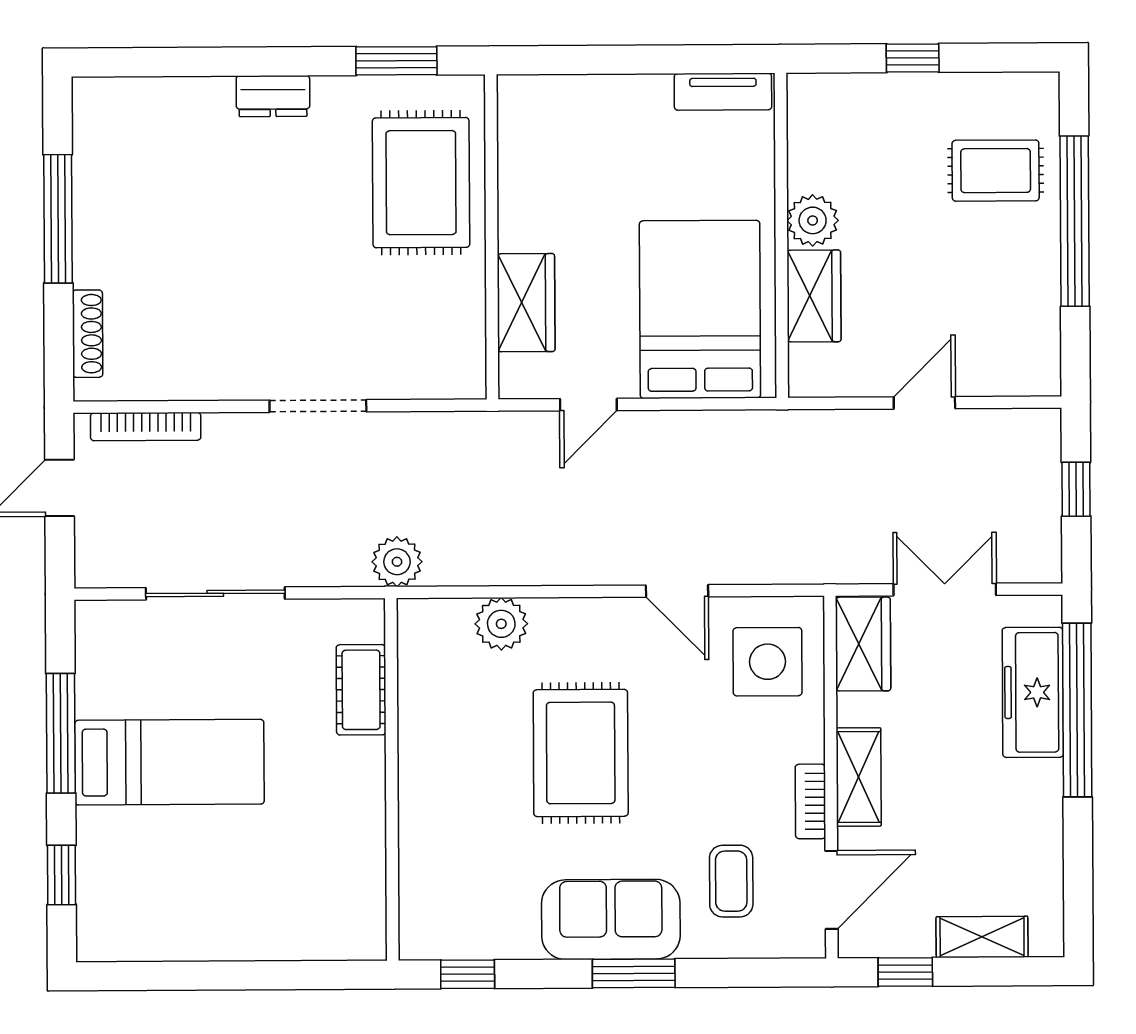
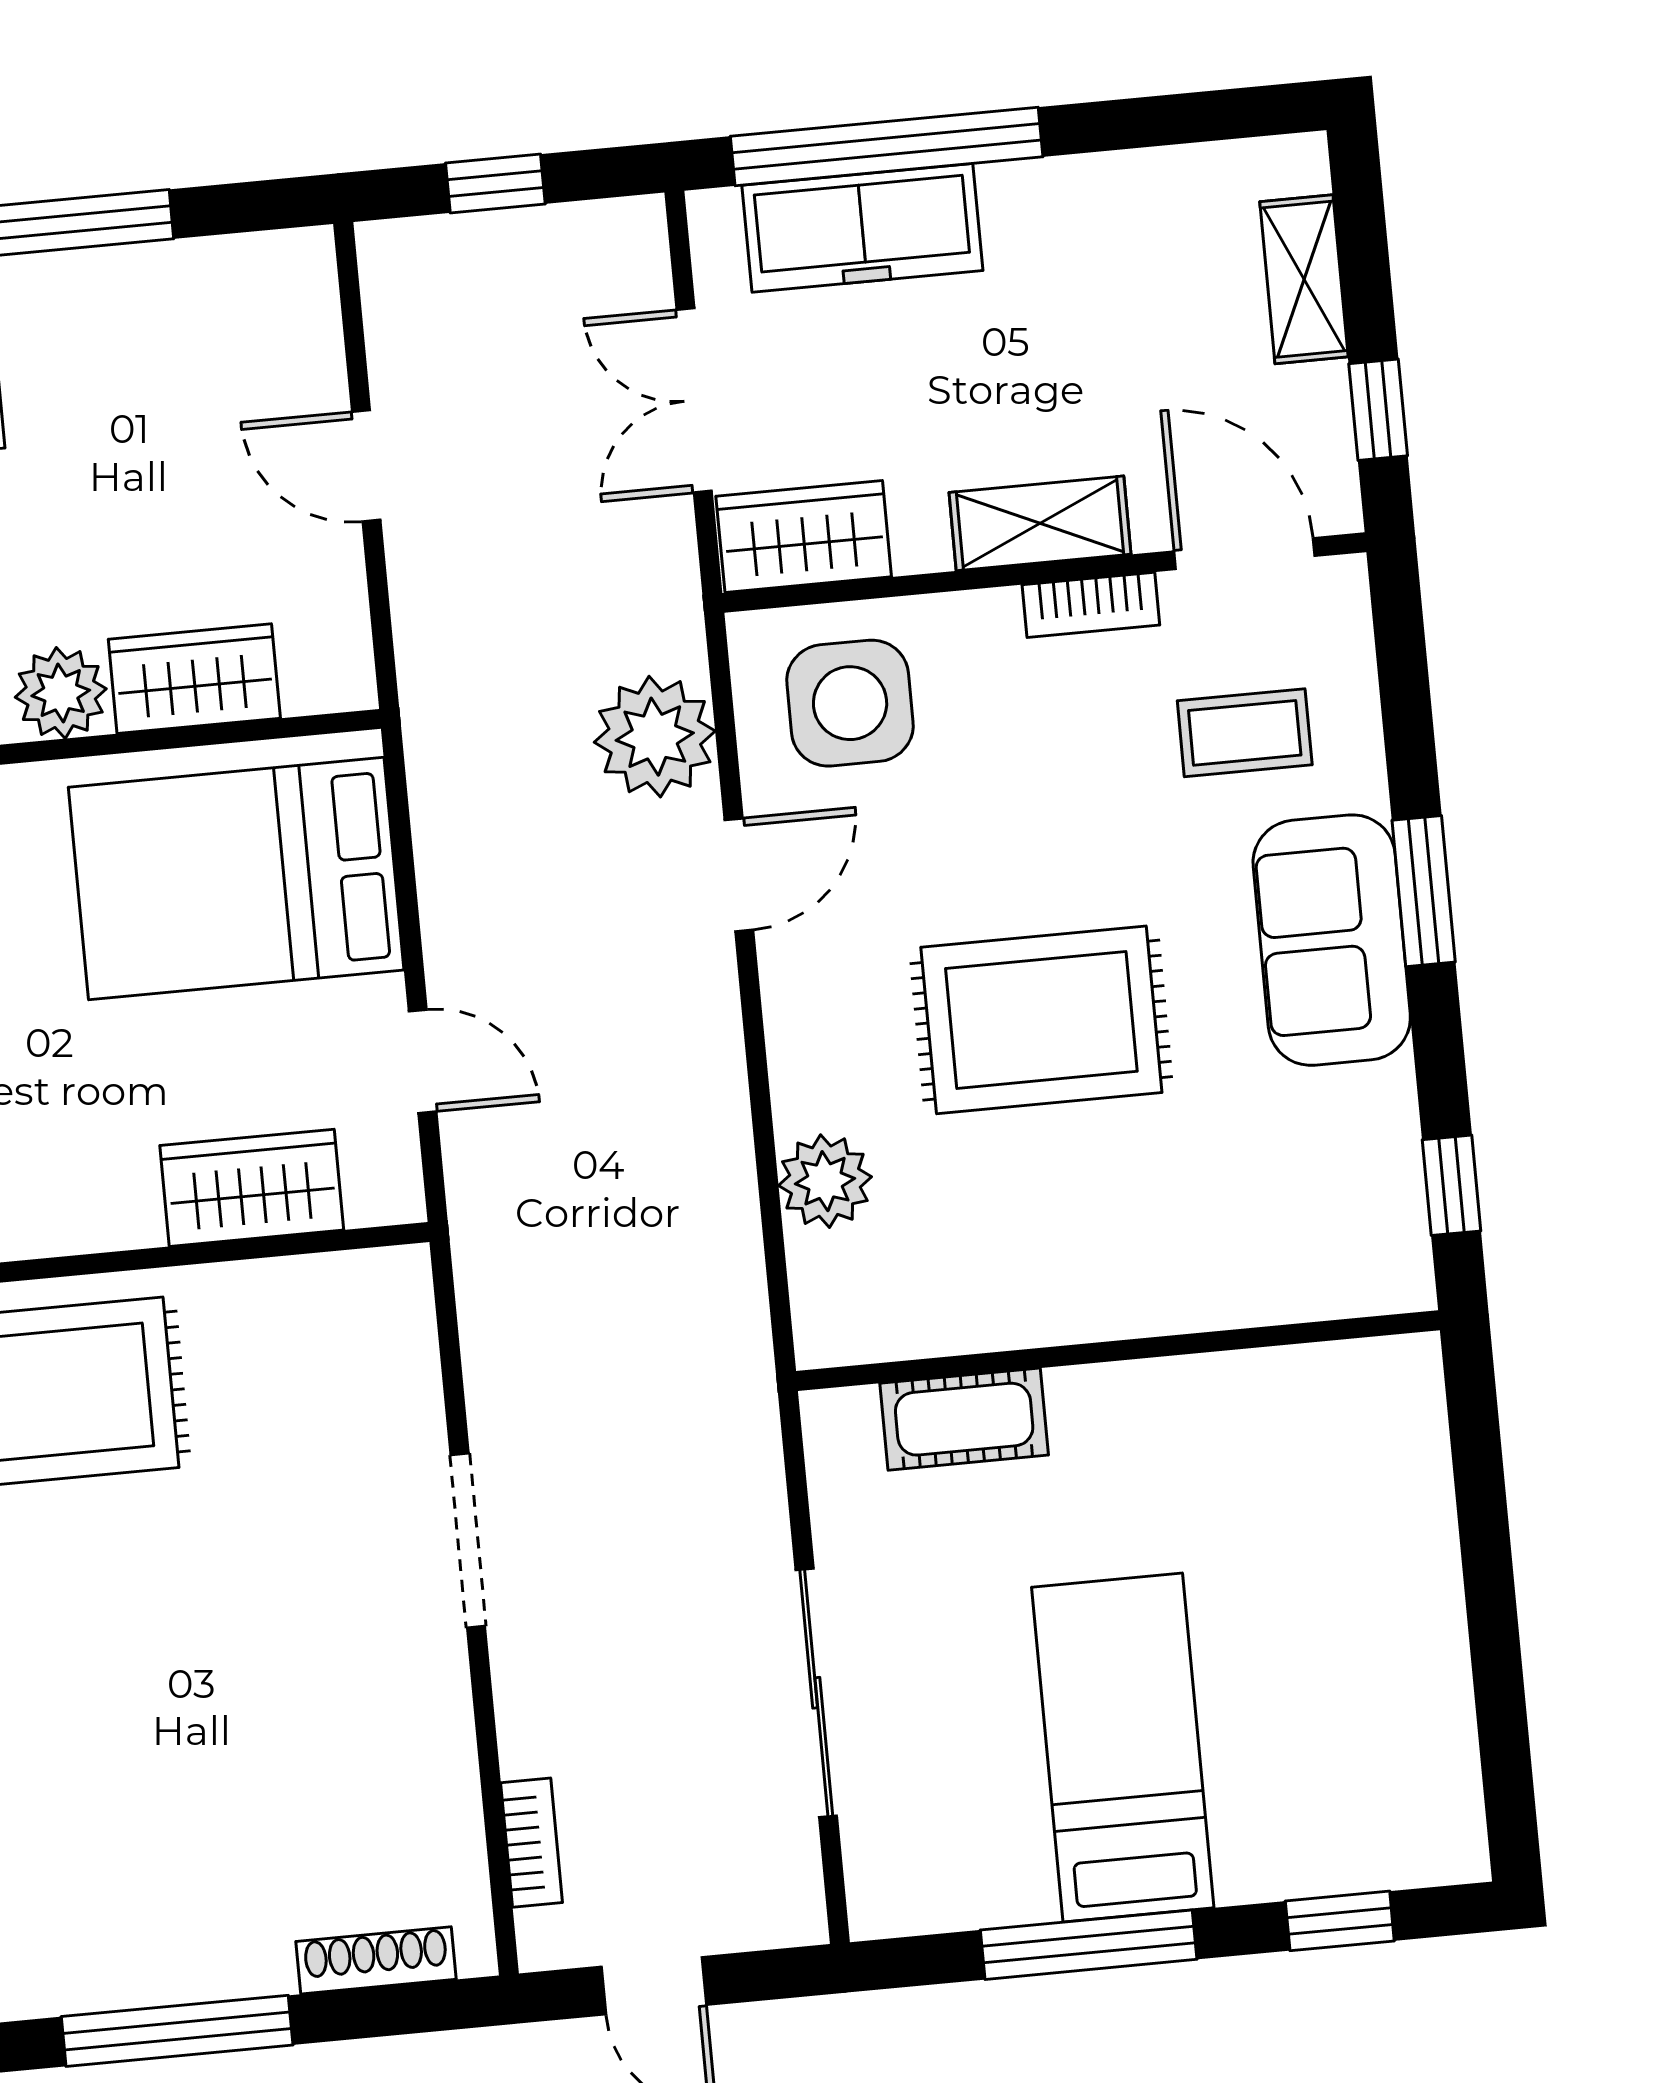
bookcase: (146, 427) -> (532, 1843), width x0.64
plant: (397, 562) -> (655, 737), moved, width x1.36, depth x1.36

